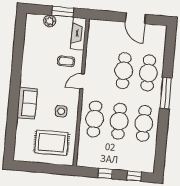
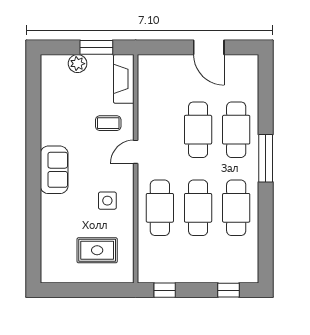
sofa: (27, 103) -> (54, 170), moved
rug: (52, 143) -> (97, 250), width x0.73, depth x0.70
window: (105, 173) -> (165, 290), moved

